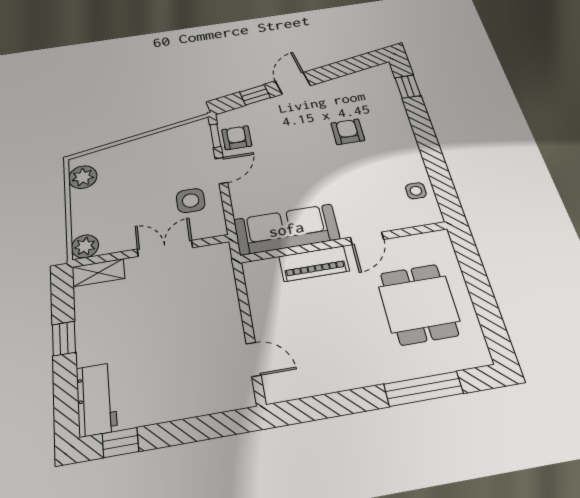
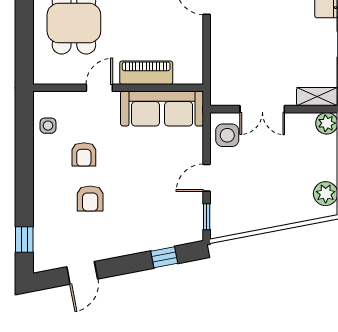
door: (293, 83) -> (82, 273), moved
armchair: (237, 138) -> (84, 154), moved
side table: (191, 201) -> (227, 135), moved

